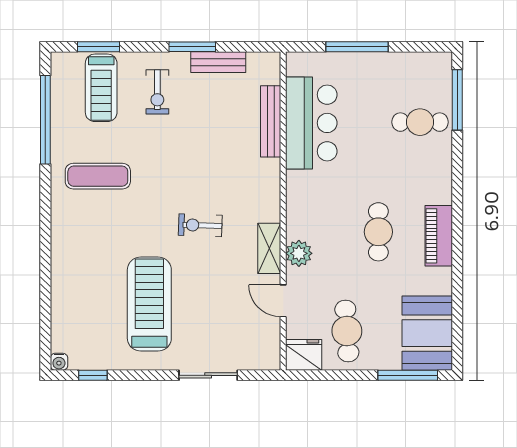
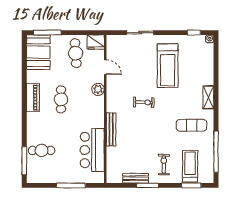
bench: (271, 121) -> (111, 129), moved
shelving: (269, 248) -> (208, 97), moved

